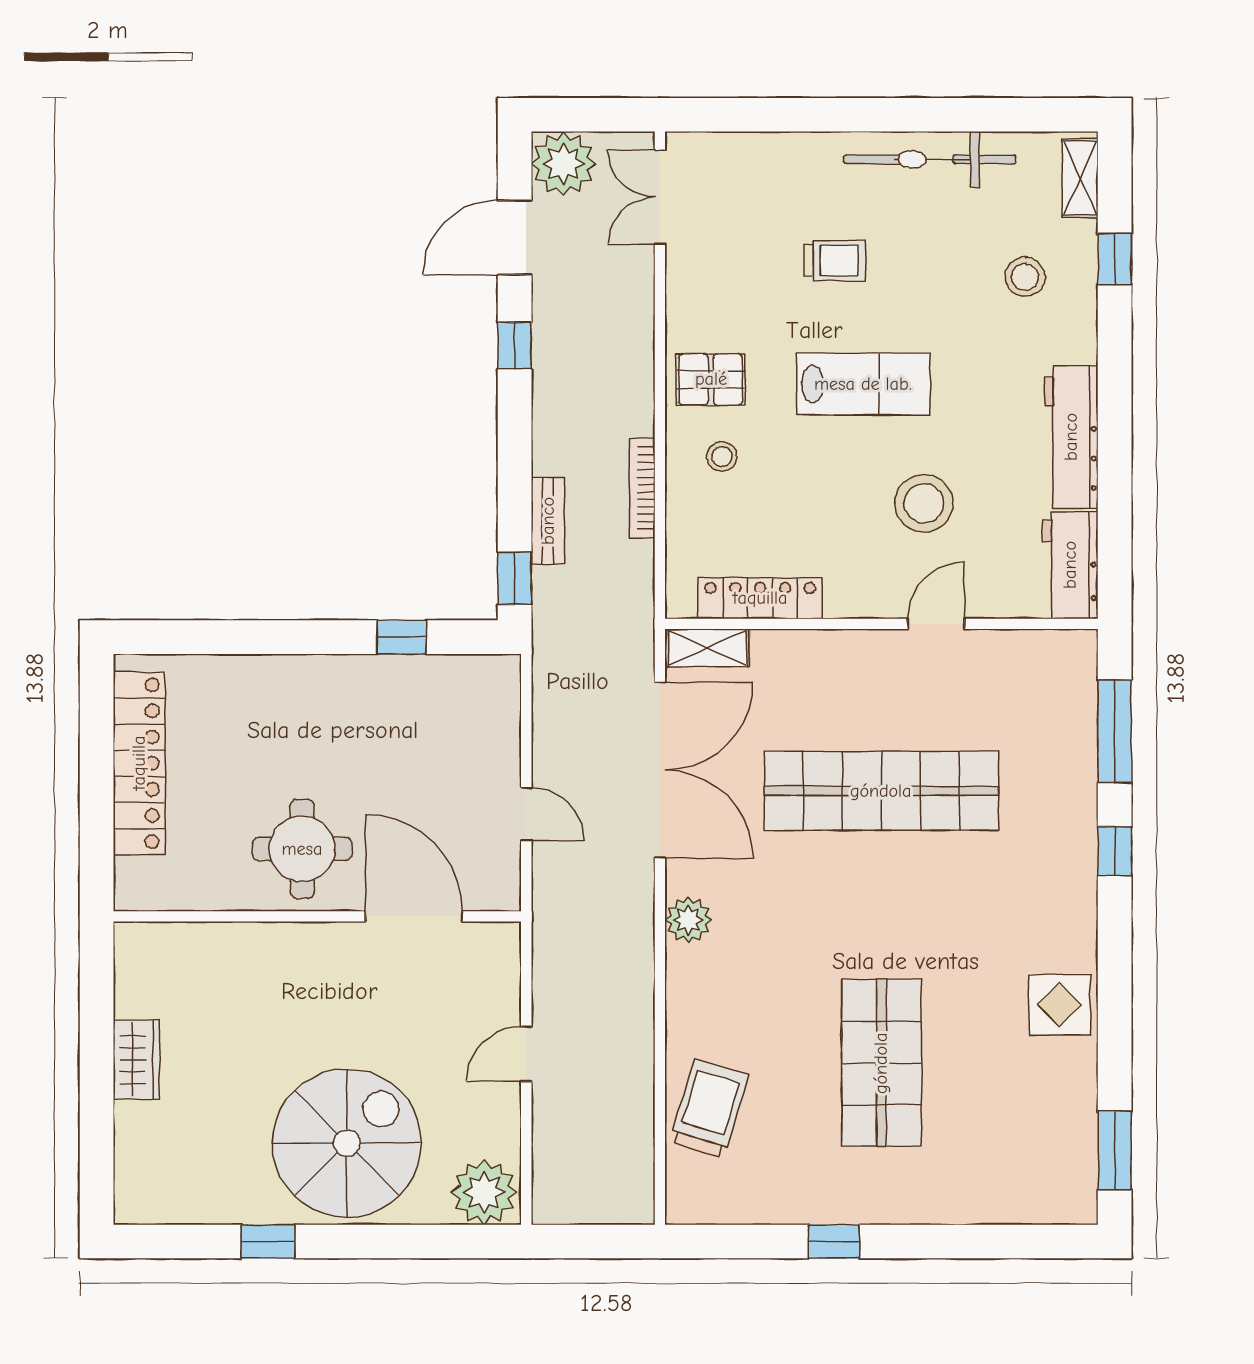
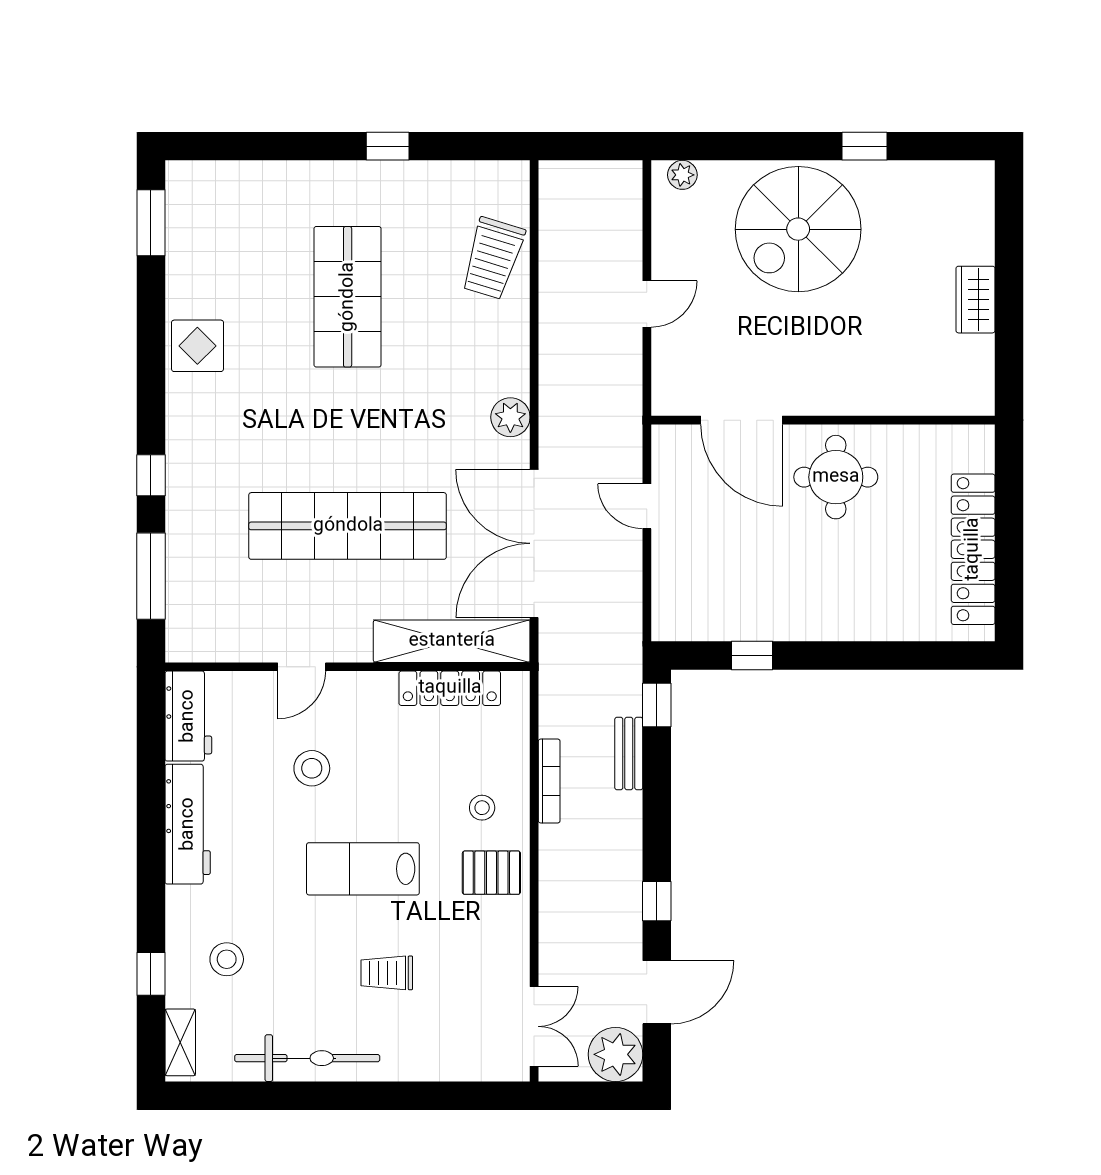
stool: (924, 503) -> (312, 768), width x0.73, depth x0.73
shelving: (707, 648) -> (452, 641), width x2.20, depth x1.33
plant: (484, 1192) -> (682, 175), width x0.53, depth x0.53

